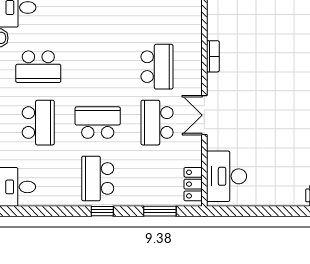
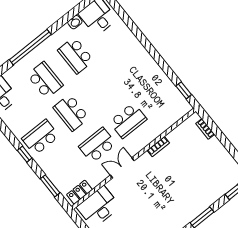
school desk: (38, 123) -> (45, 80), turned -90
school desk: (98, 123) -> (71, 113), turned 180

